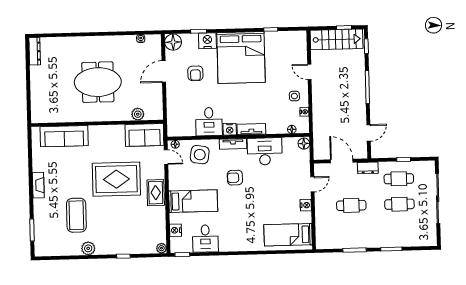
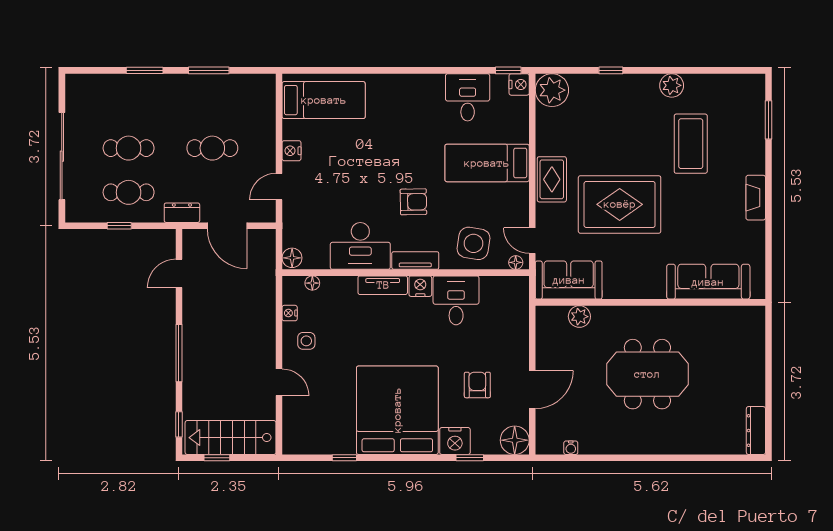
nightstand: (175, 230) -> (519, 84), moved
plant: (161, 248) -> (552, 90), width x1.88, depth x1.88

